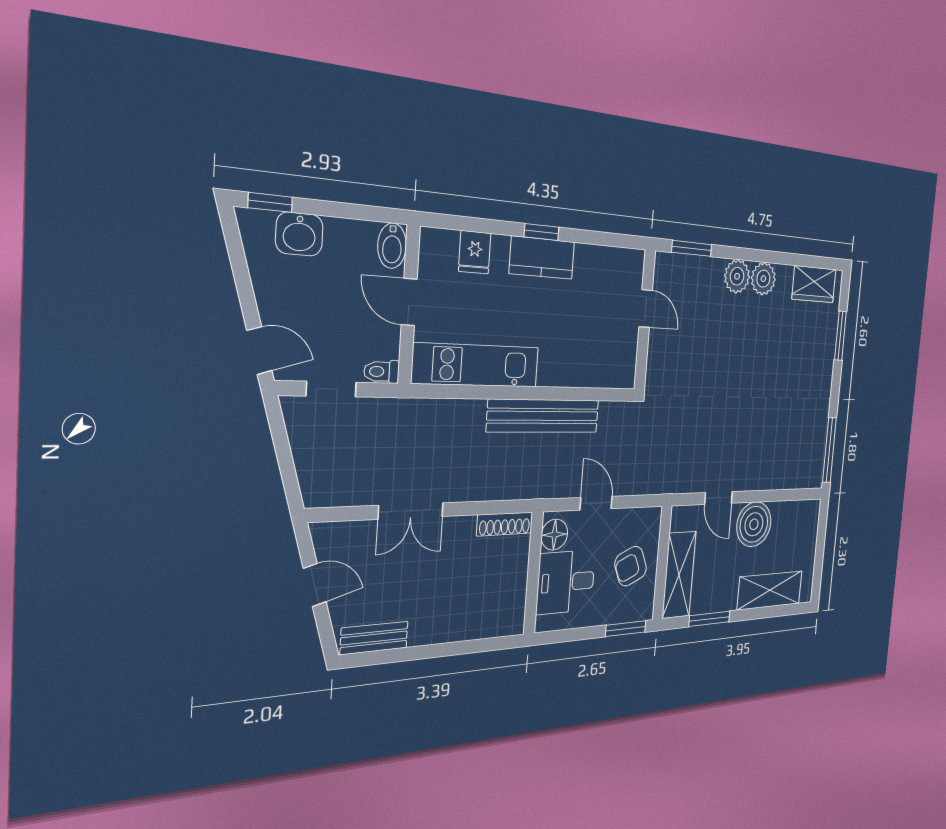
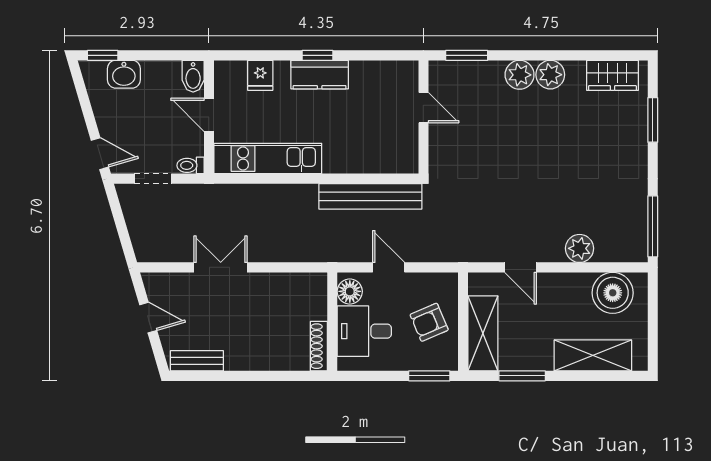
bench: (544, 416) -> (370, 196), moved
plant: (770, 475) -> (580, 248), added
double door: (411, 511) -> (221, 267), swing flipped
shoe rack: (505, 524) -> (319, 346), moved, turned 90
boiler: (754, 524) -> (613, 293), moved

